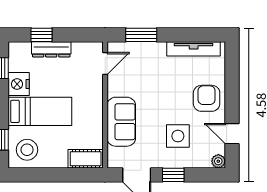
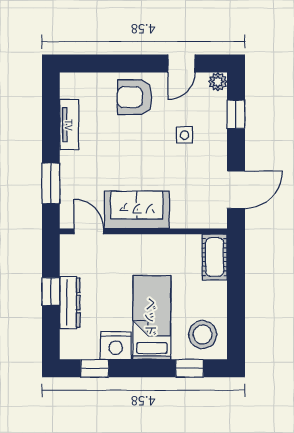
window: (42, 35) -> (51, 292), moved
tv unit: (194, 49) -> (69, 125), width x0.71
sofa: (121, 122) -> (137, 210), moved
side table: (178, 136) -> (185, 135), width x0.54, depth x0.54
window: (173, 175) -> (236, 114), moved

